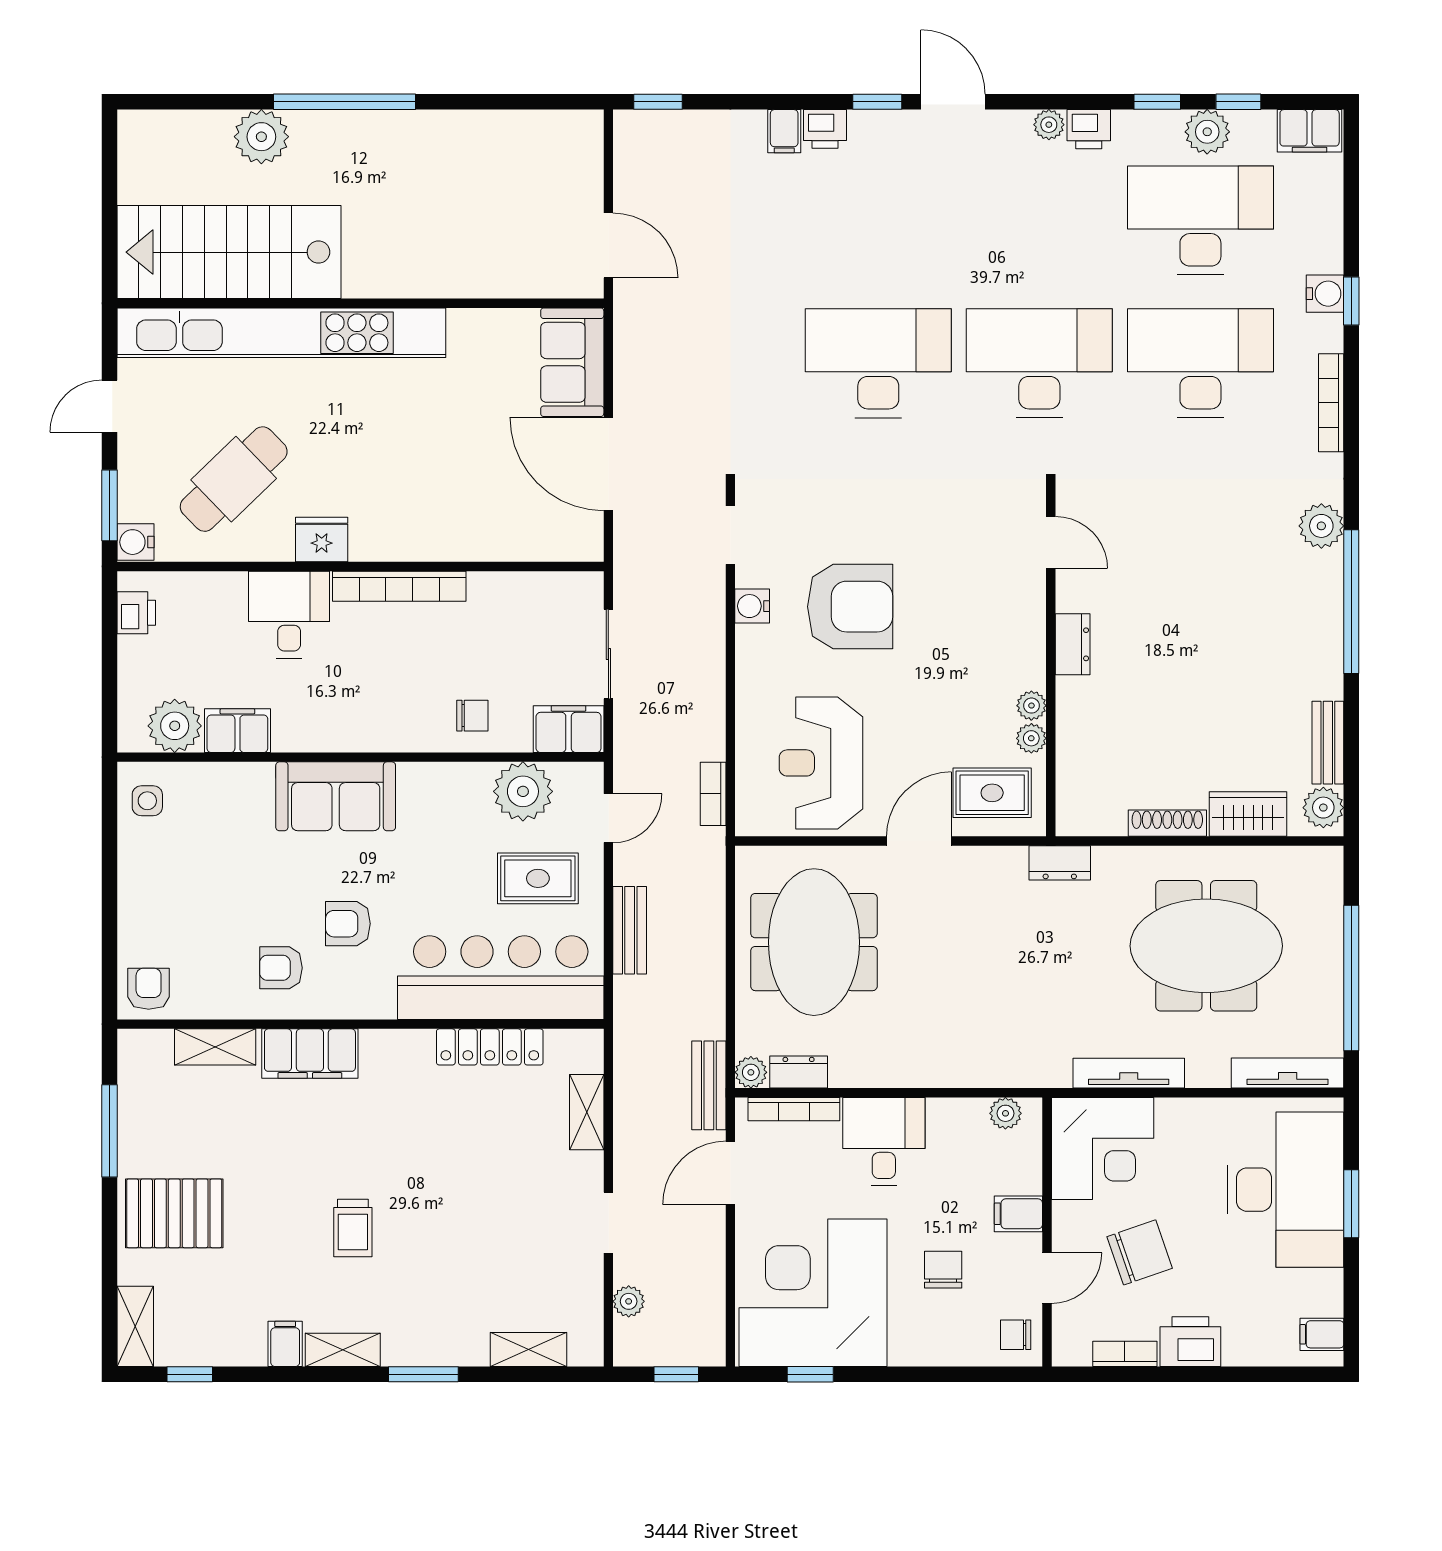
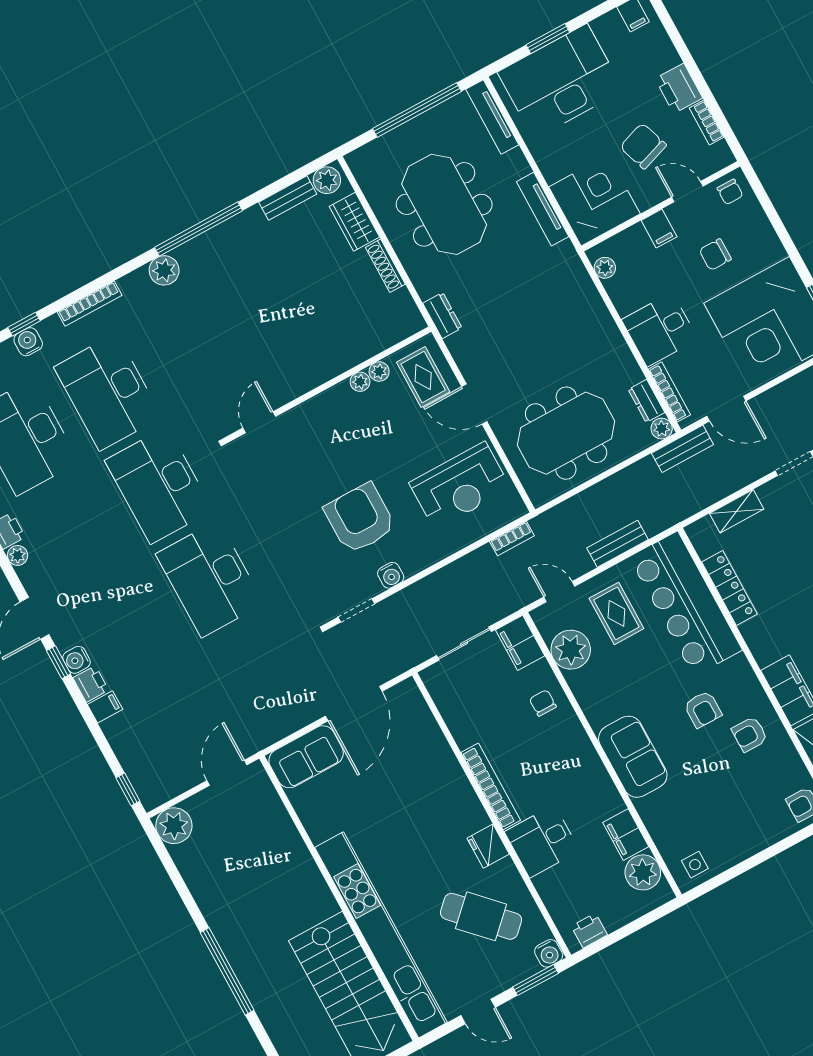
water cooler: (867, 127) -> (77, 660), added
plant: (261, 137) -> (174, 826), moved
dresser: (1073, 644) -> (311, 377), removed
armchair: (281, 968) -> (750, 734), turned 90

